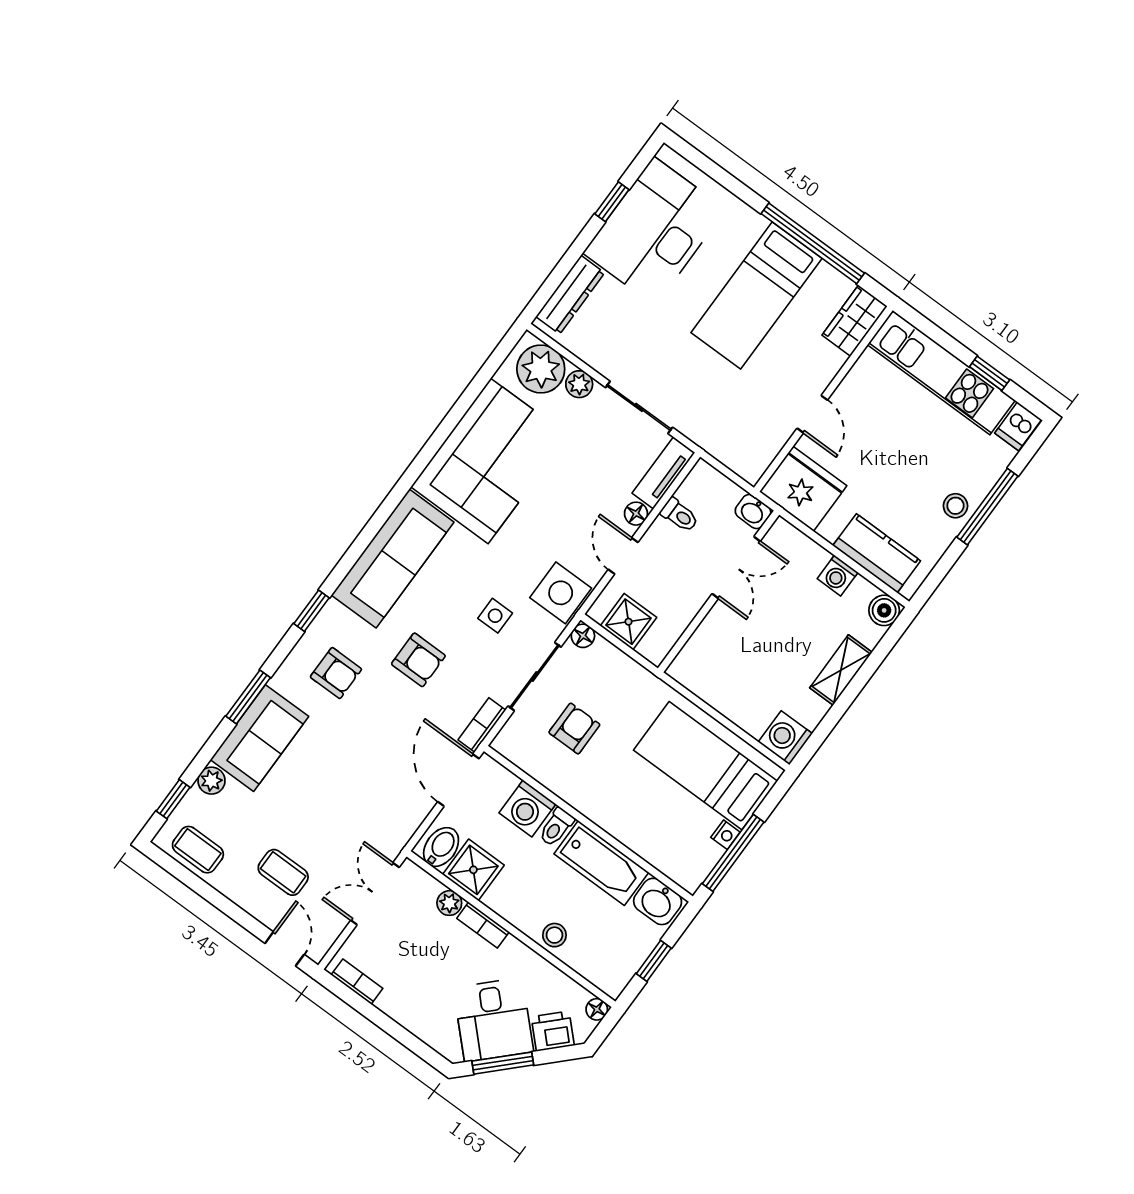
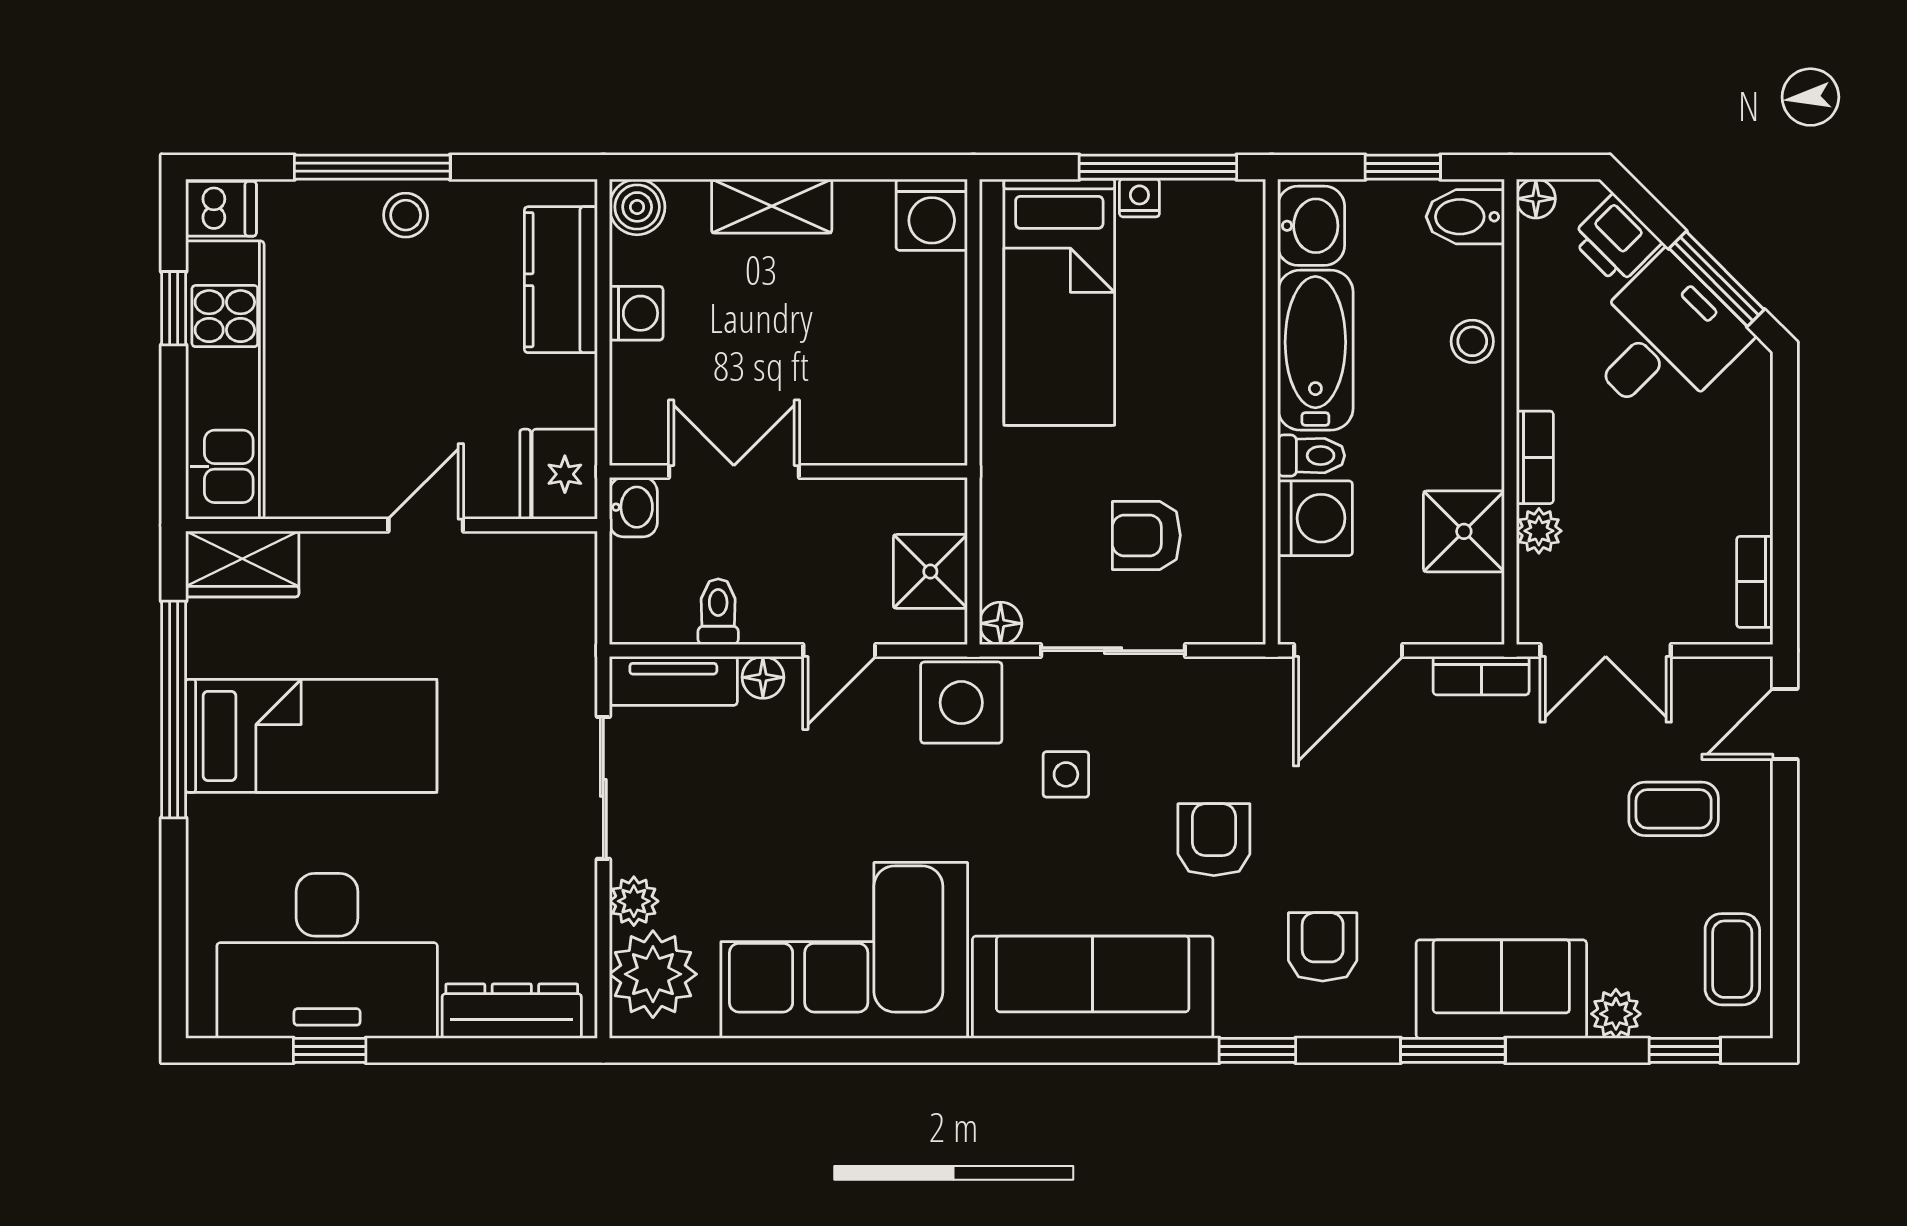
fridge: (803, 489) -> (559, 474), width x0.73, depth x0.75
bookcase: (482, 725) -> (1481, 676), moved
bidet: (441, 847) -> (1465, 217), moved
coffee table: (283, 872) -> (1674, 809), turned 90

